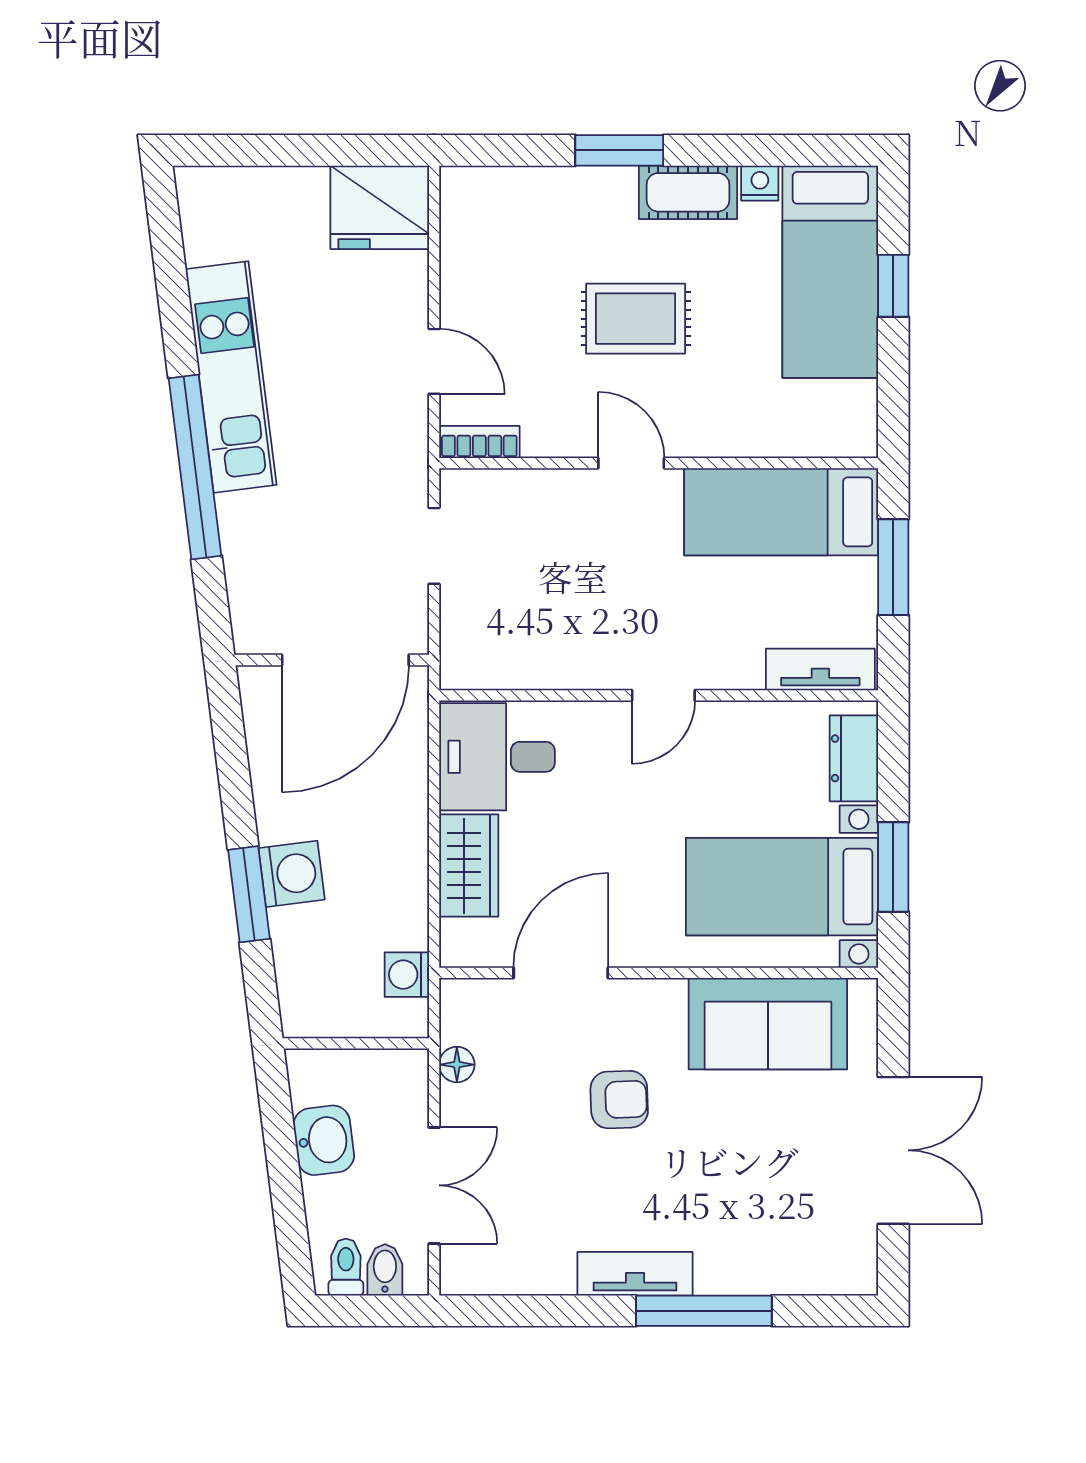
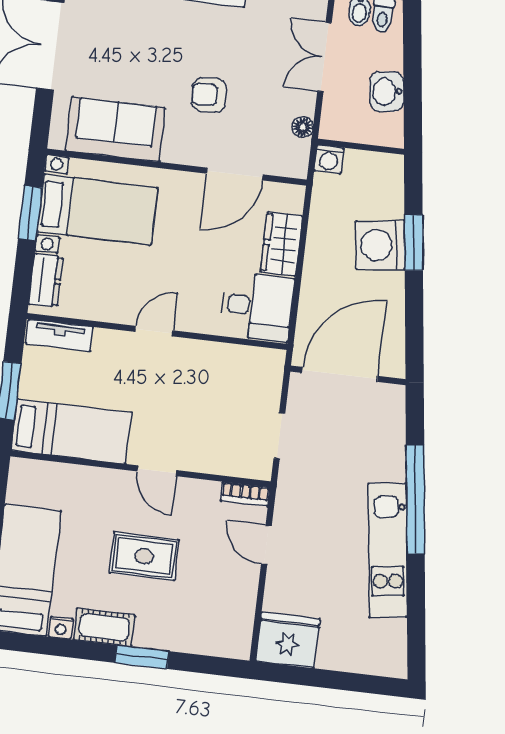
washing machine: (292, 874) -> (380, 245), width x1.37, depth x1.37
washing machine: (407, 975) -> (329, 159), moved, turned 90

